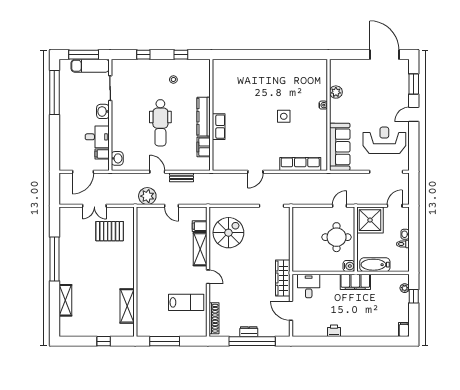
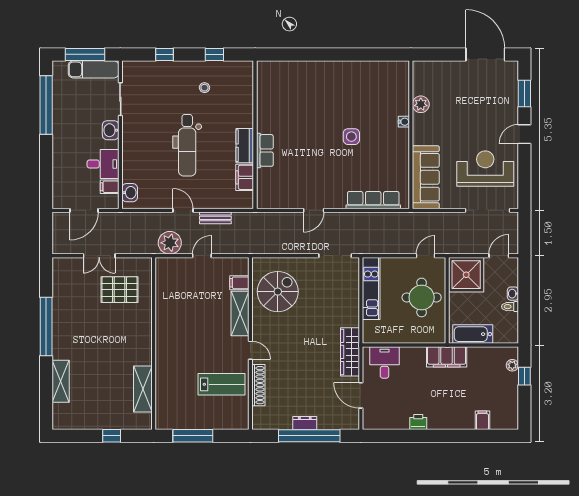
kitchen counter: (204, 117) -> (245, 146), width x0.67
door: (171, 206) -> (202, 256), swing flipped
kitchen unit: (299, 230) -> (371, 288), added
water cooler: (349, 266) -> (438, 336), removed
shoe rack: (214, 318) -> (258, 385), moved
filing cabinet: (404, 329) -> (482, 420), moved

